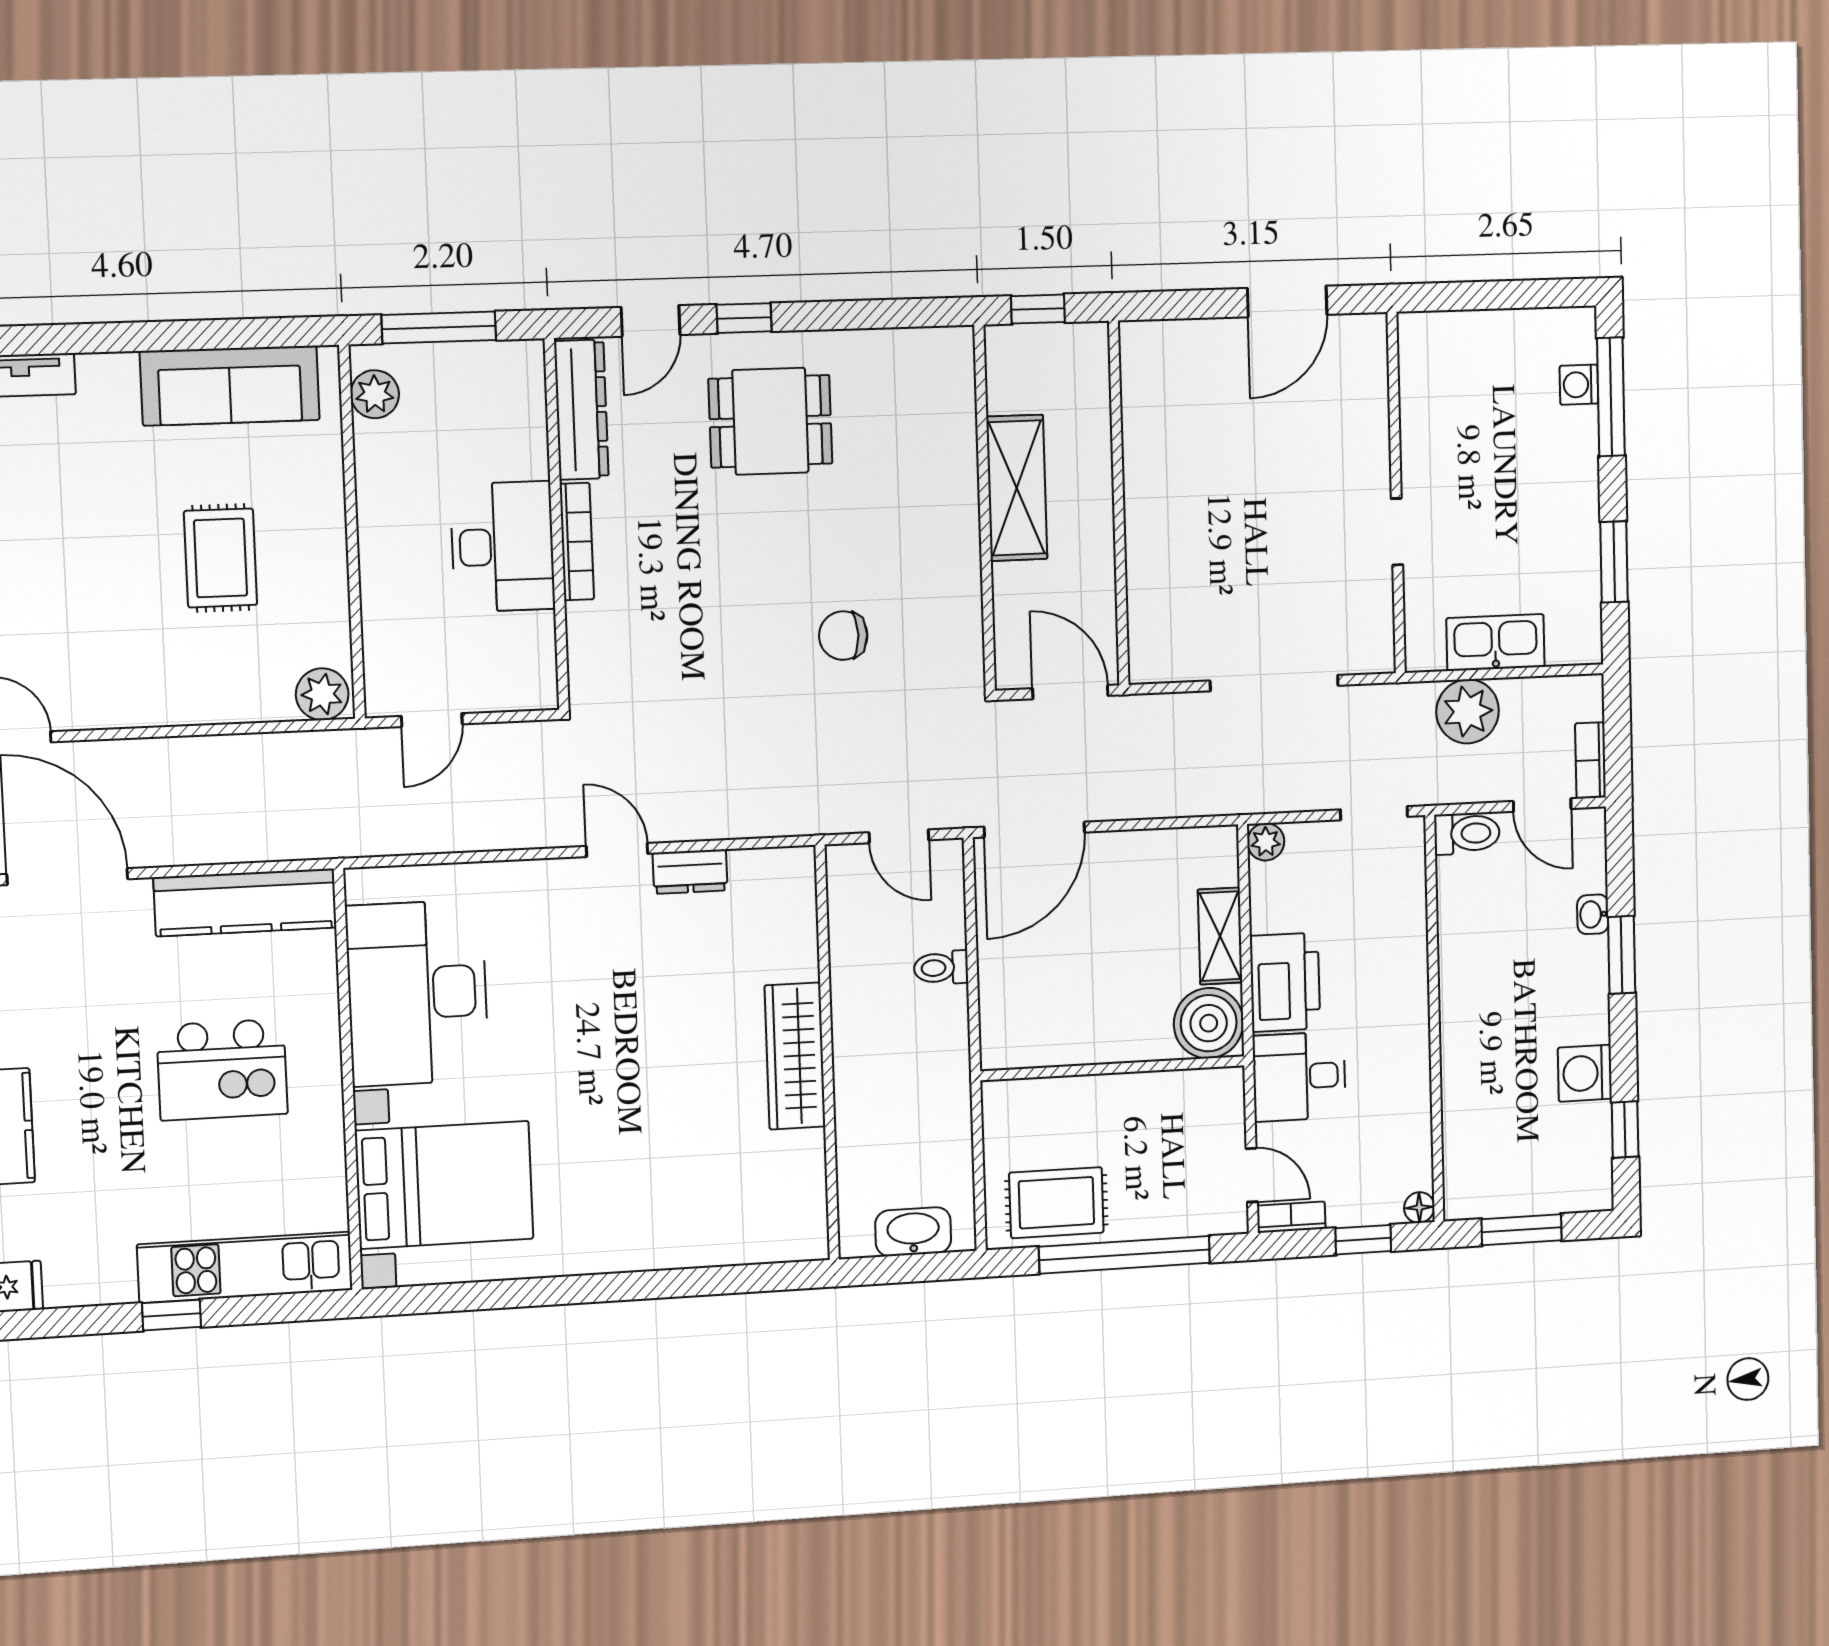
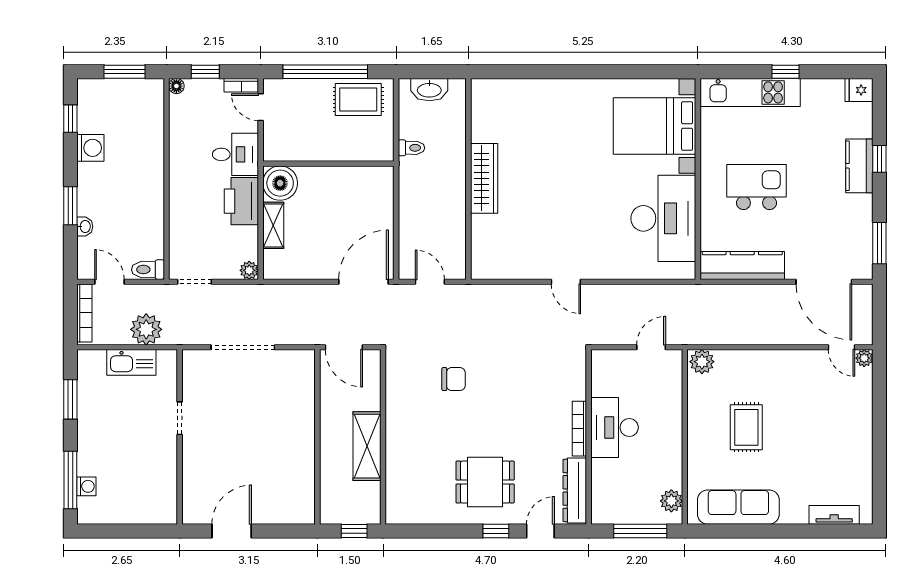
bookcase: (1590, 760) -> (84, 313), width x1.56
dresser: (690, 872) -> (531, 270), removed
toilet: (941, 968) -> (411, 148), moved

